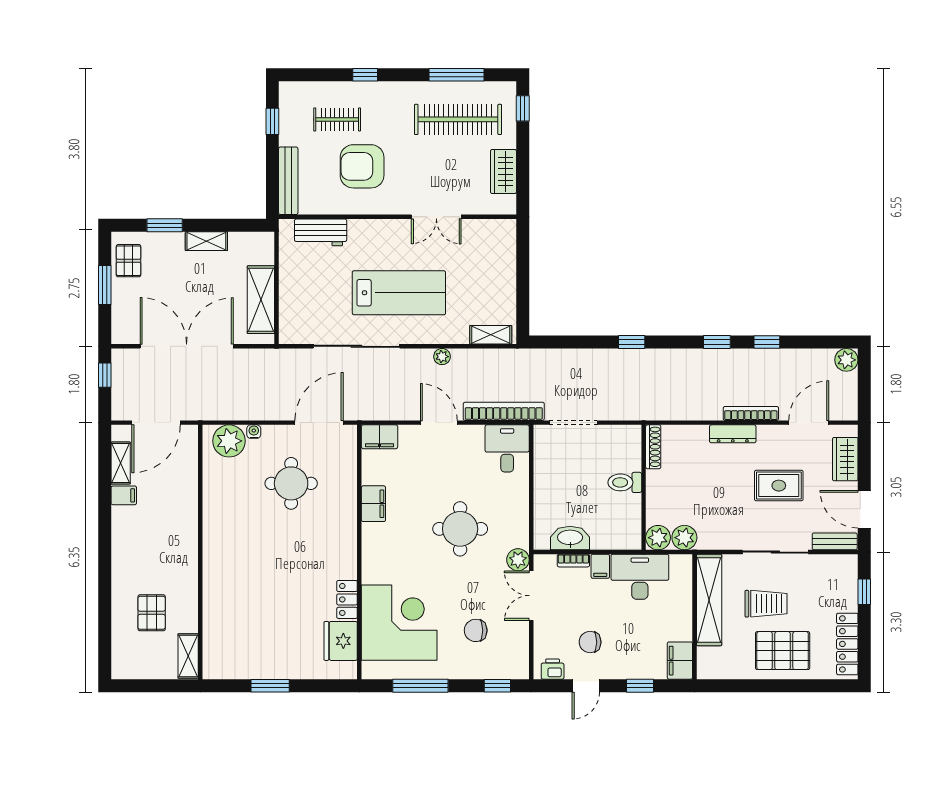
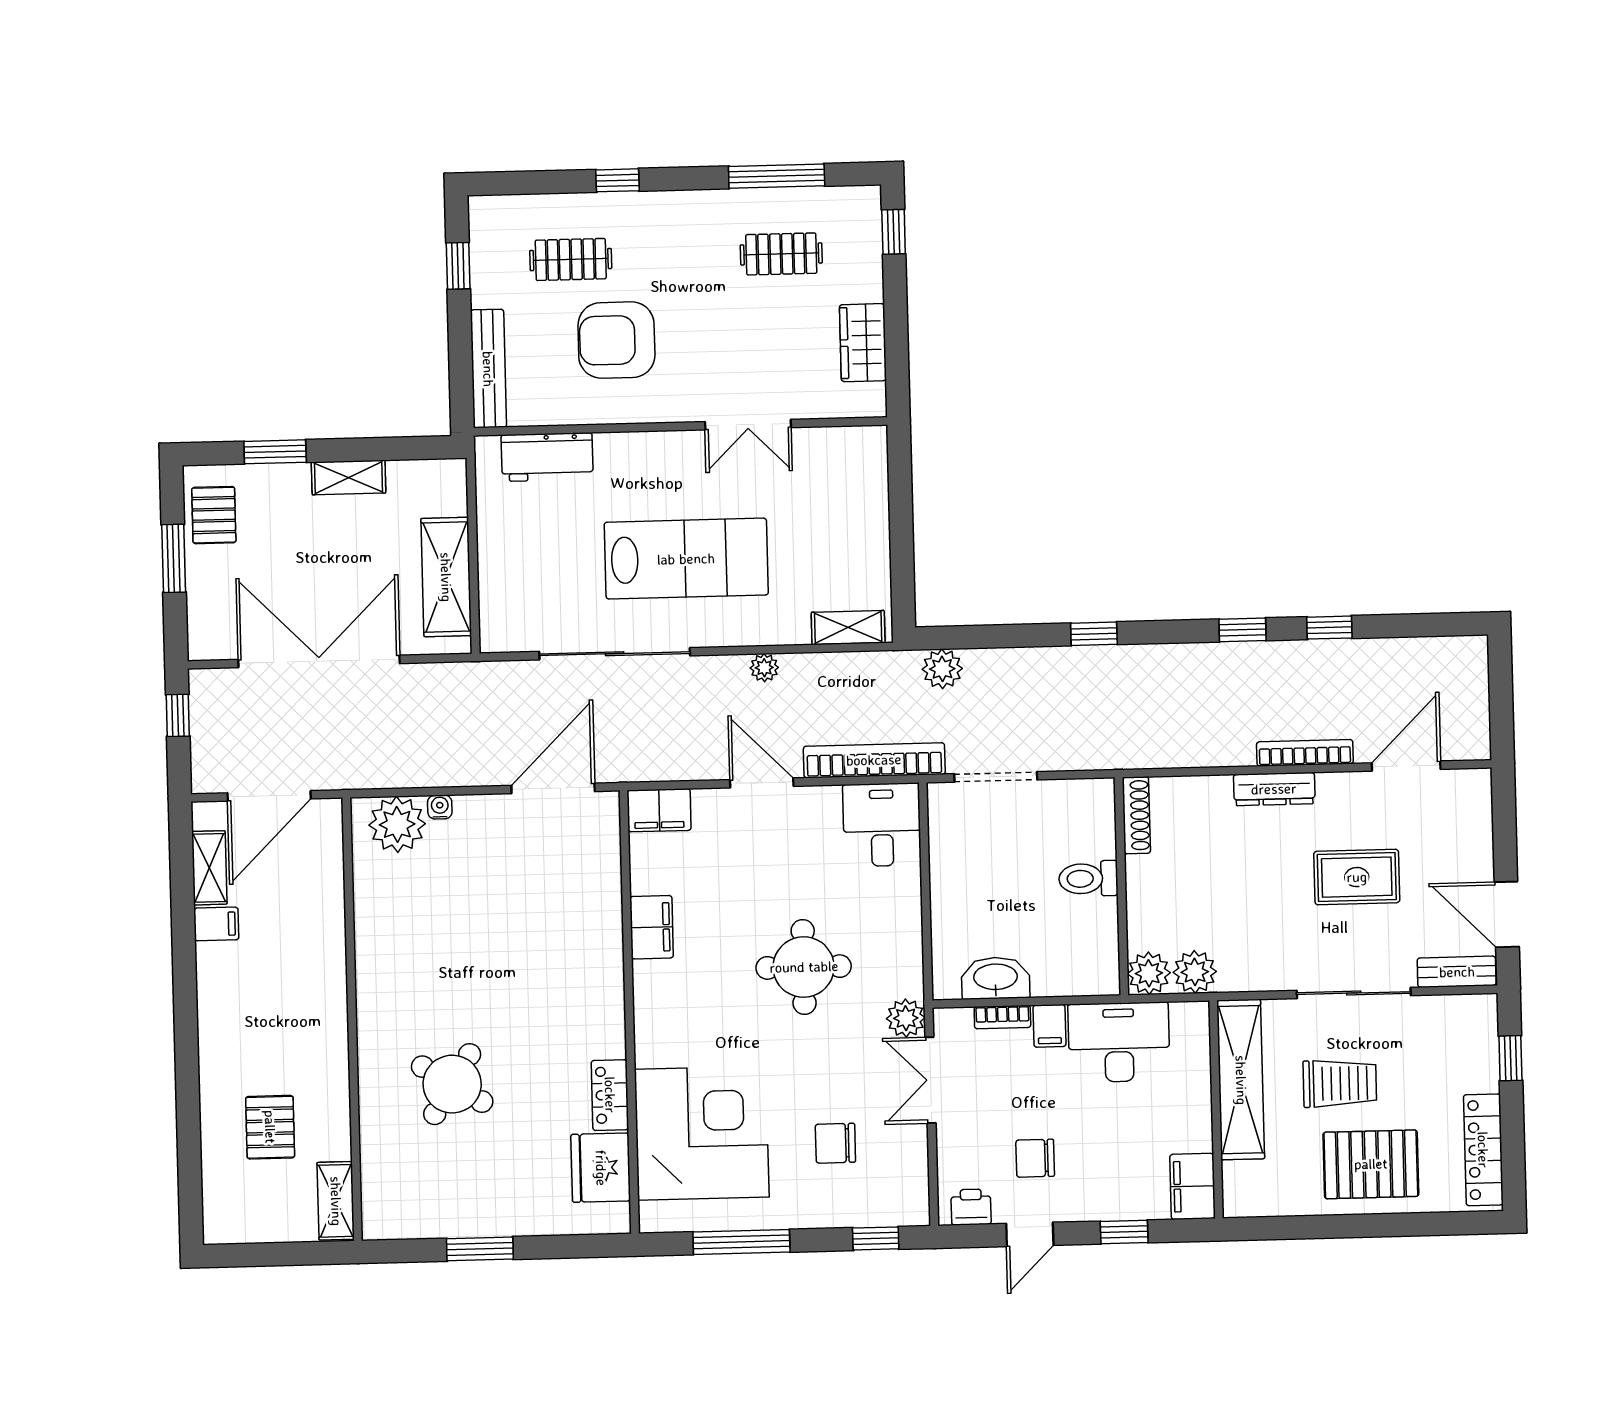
clothes rail: (458, 119) -> (781, 254), width x0.54, depth x0.76
plant: (846, 360) -> (942, 669), moved
wardrobe: (845, 459) -> (1471, 828), removed
round table: (291, 483) -> (452, 1084), moved, turned 32

